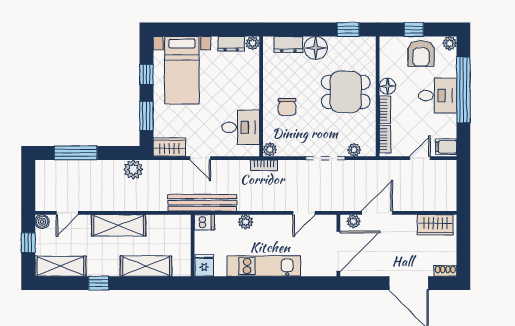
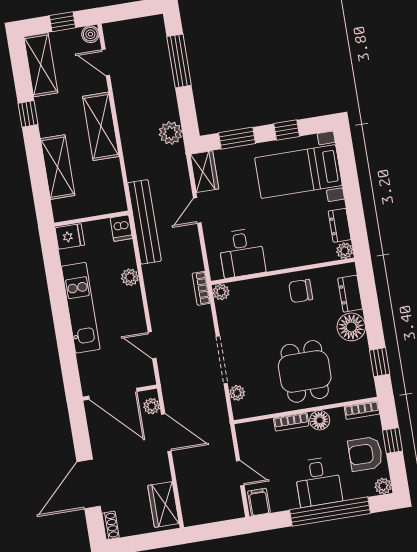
chair: (287, 107) -> (301, 291), moved
bookcase: (385, 139) -> (362, 410), moved

